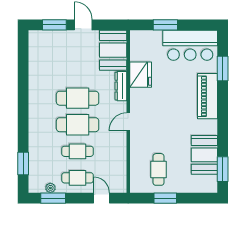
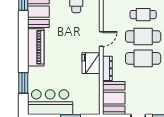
fridge: (141, 75) -> (91, 63), moved
piano: (208, 96) -> (36, 47), moved

